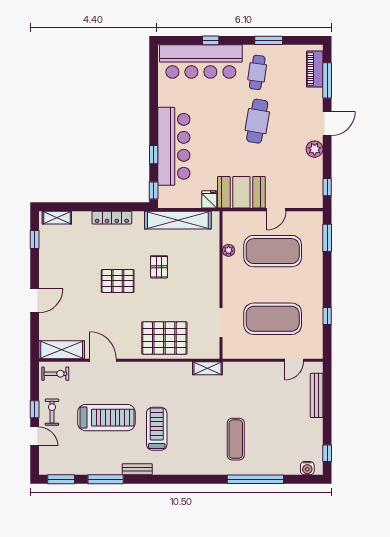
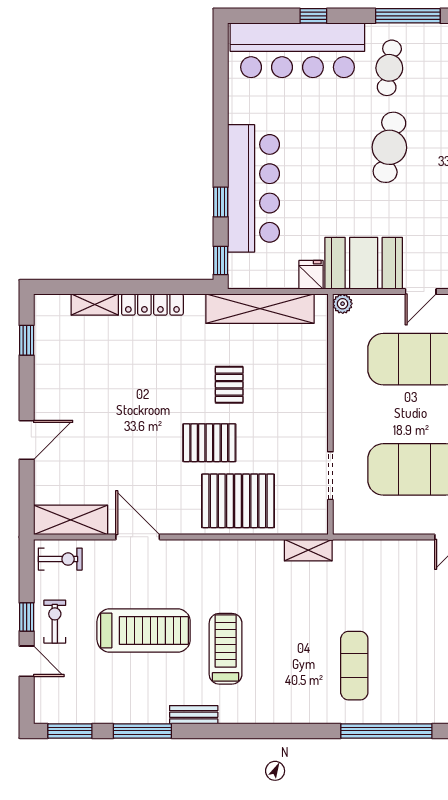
window: (269, 40) -> (408, 16), width x1.44
shelving: (57, 218) -> (95, 305), moved
plant: (229, 250) -> (343, 304), moved
pallet: (118, 281) -> (209, 443), moved

